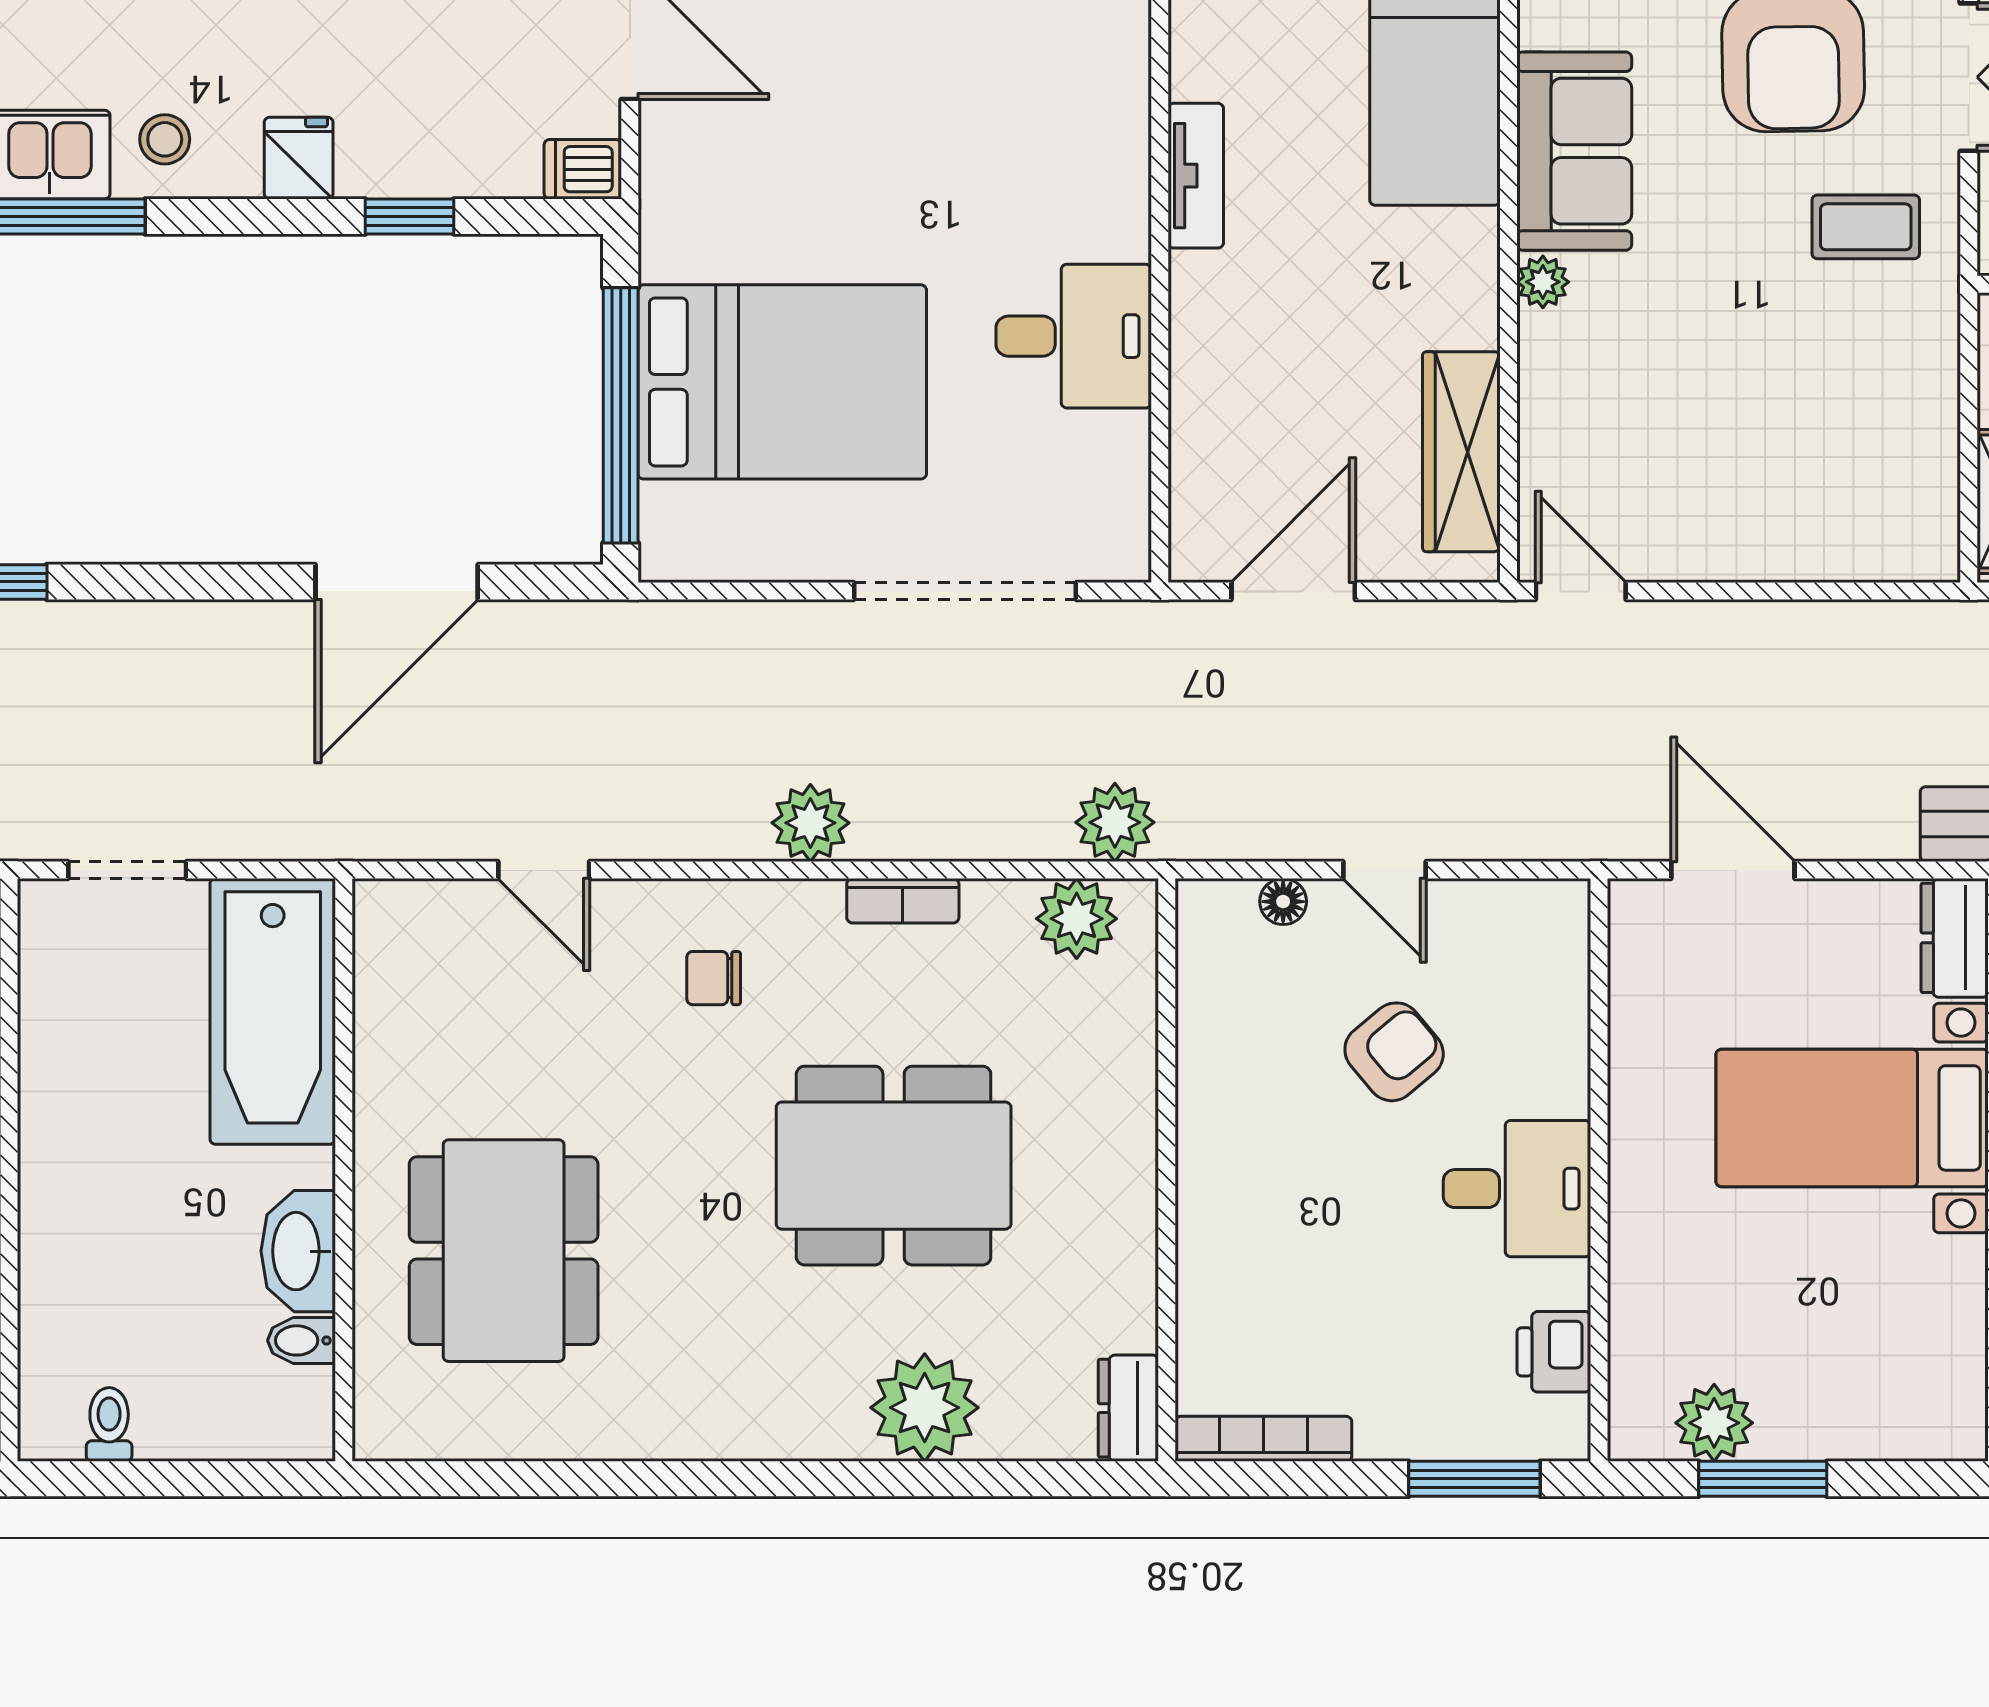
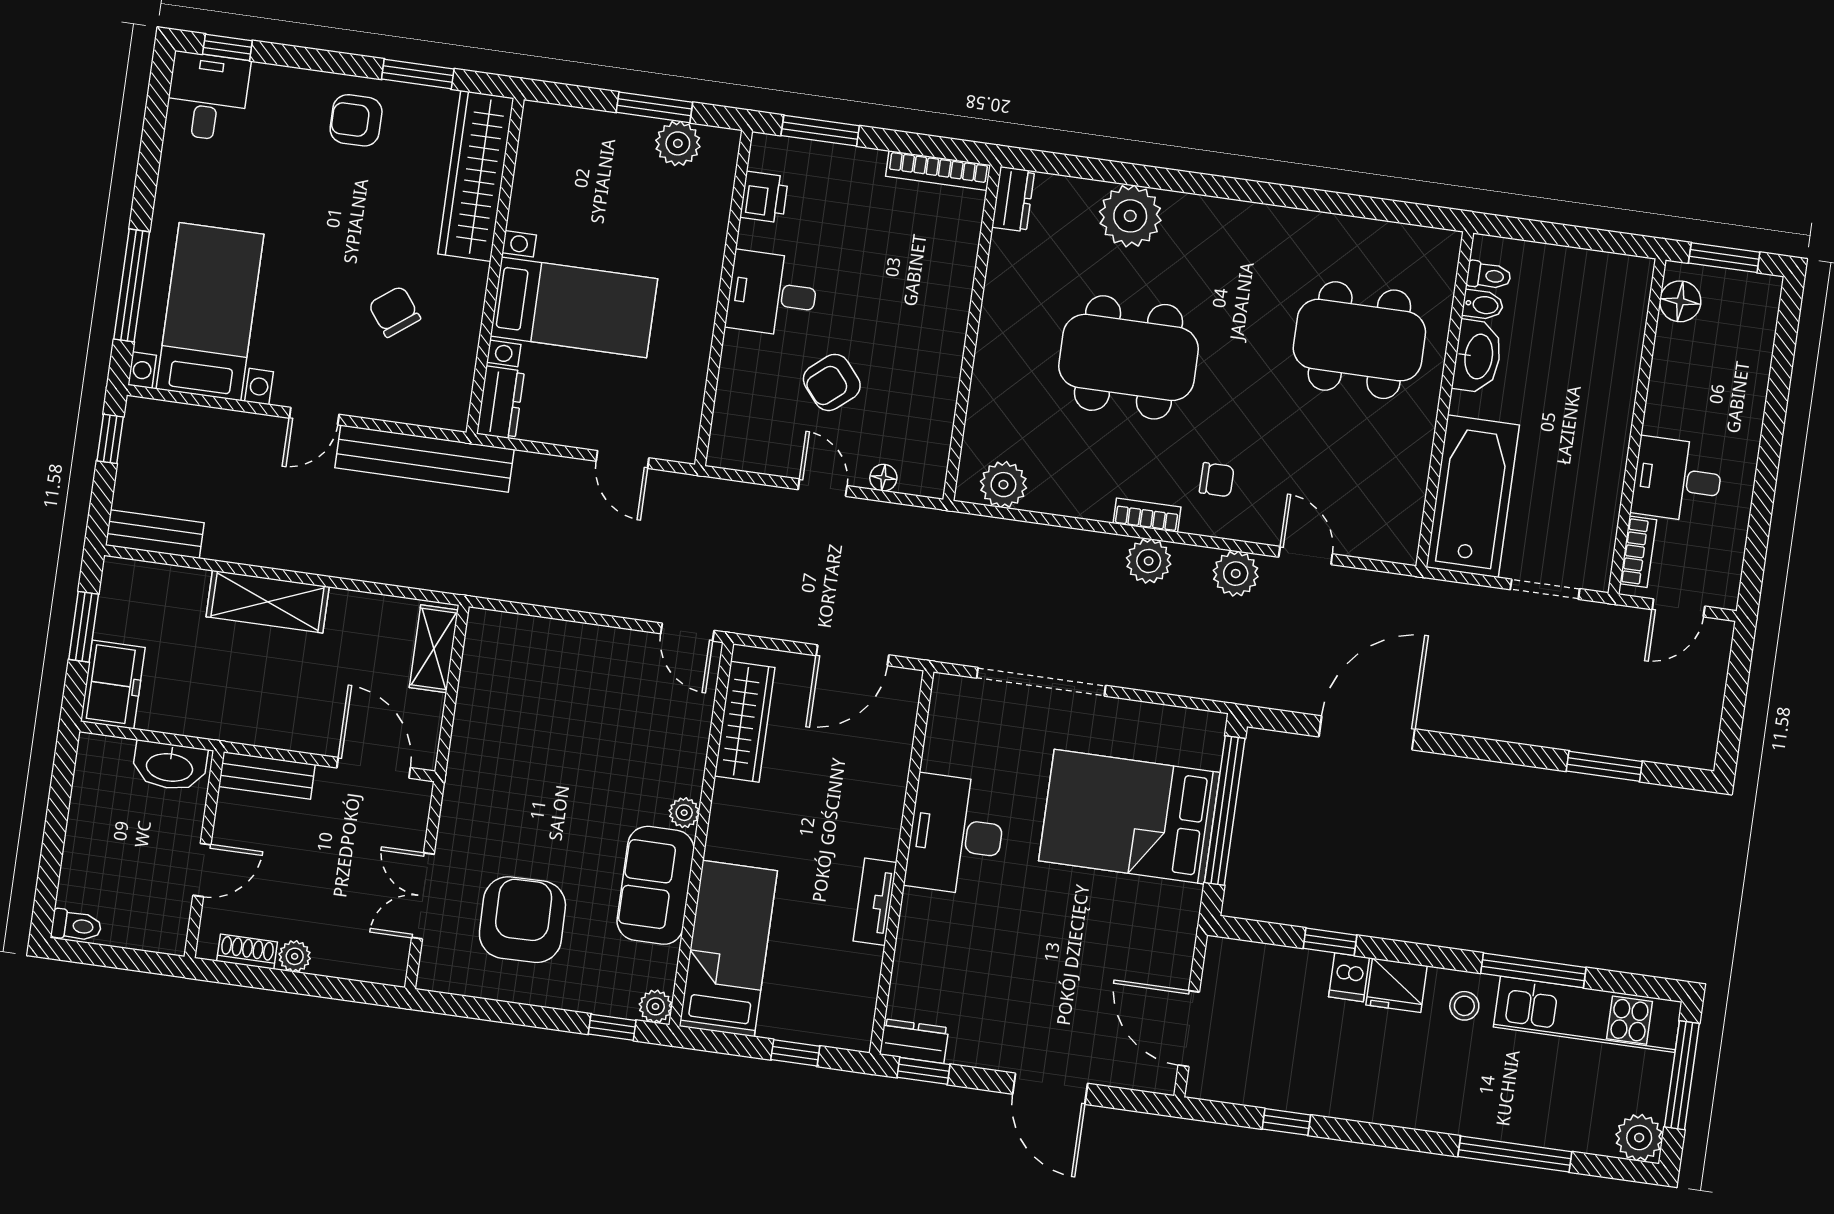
fridge: (299, 158) -> (1397, 985), width x1.38
dishwasher: (583, 169) -> (1349, 977), moved, turned 90
coffee table: (1866, 227) -> (494, 818), removed
desk: (1074, 336) -> (956, 835), width x1.37
plant: (1115, 822) -> (1236, 574), moved
door: (1733, 870) -> (622, 460), width x0.73
bookcase: (903, 901) -> (1147, 515), moved
dining table: (504, 1251) -> (1359, 340), turned 90
toilet: (109, 1424) -> (1489, 276), moved, turned -90

